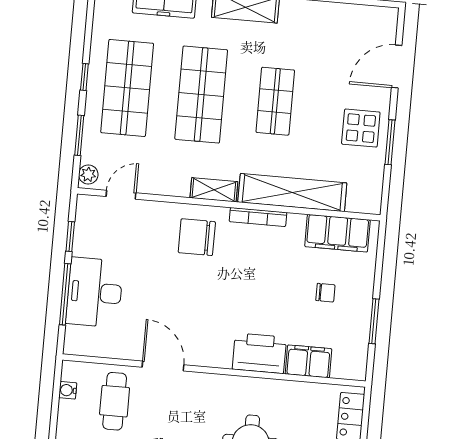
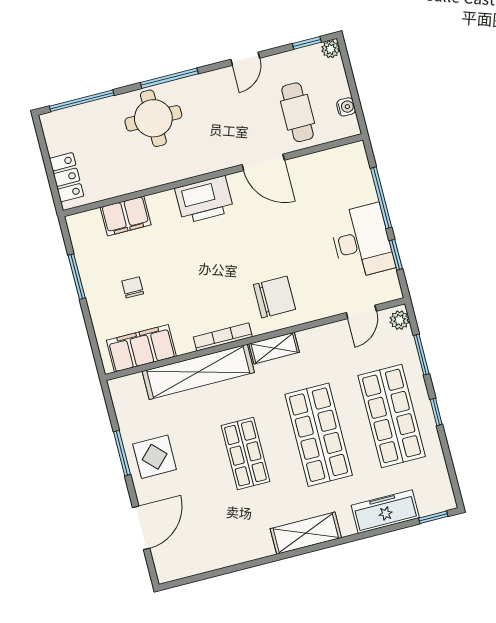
desk: (95, 292) -> (362, 241), moved
chair: (325, 293) -> (133, 287), turned 90
printer: (259, 353) -> (204, 200), moved

